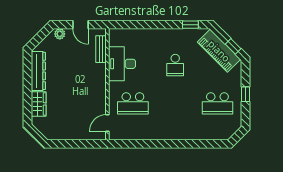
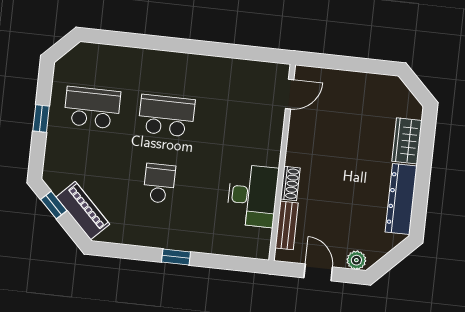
window: (190, 25) -> (176, 257), moved
piano: (219, 51) -> (83, 211), width x0.73, depth x0.75
shoe rack: (102, 73) -> (290, 183), added
school desk: (133, 103) -> (167, 116), moved

